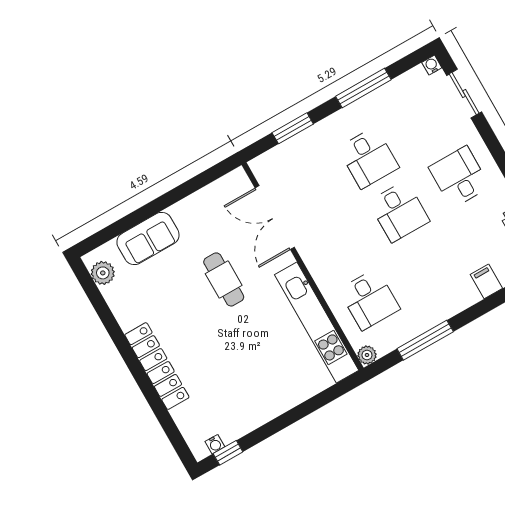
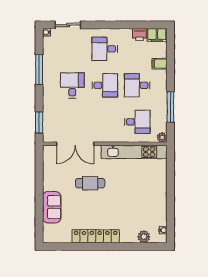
window: (293, 128) -> (39, 122), moved
desk: (368, 158) -> (72, 85), turned -90
desk: (430, 265) -> (137, 85), added
plant: (103, 273) -> (144, 237), moved
locker: (157, 366) -> (96, 236), moved
window: (228, 453) -> (170, 226), removed

